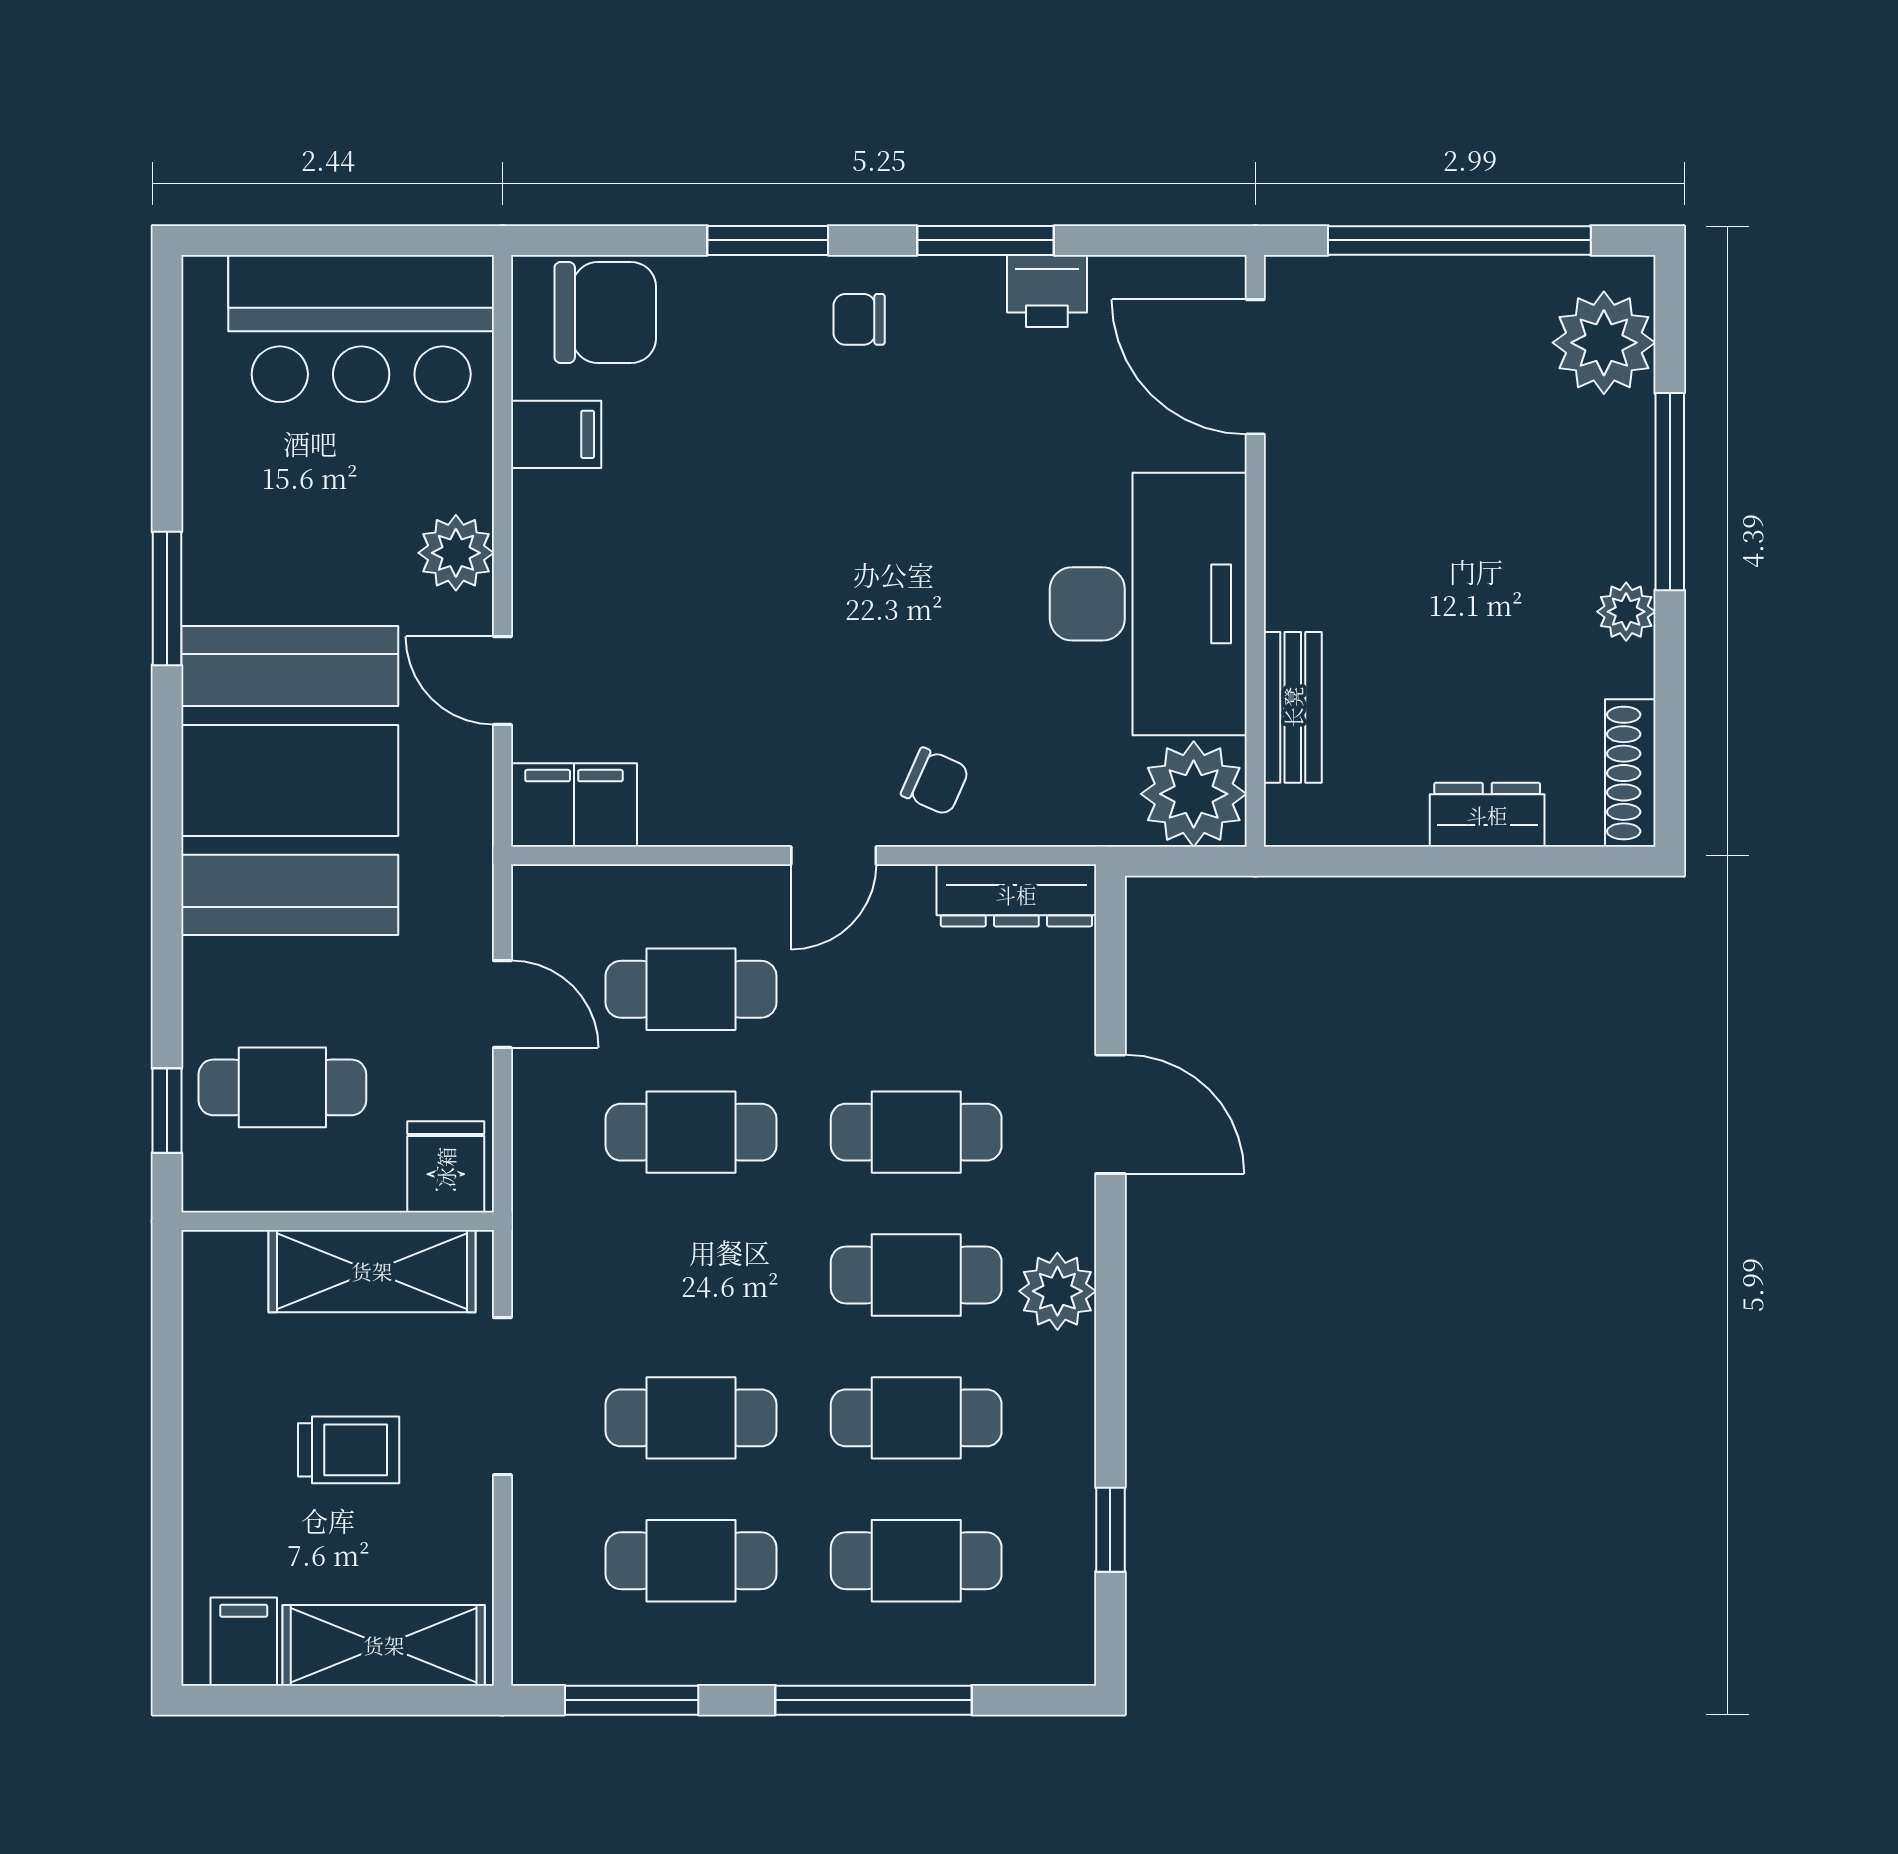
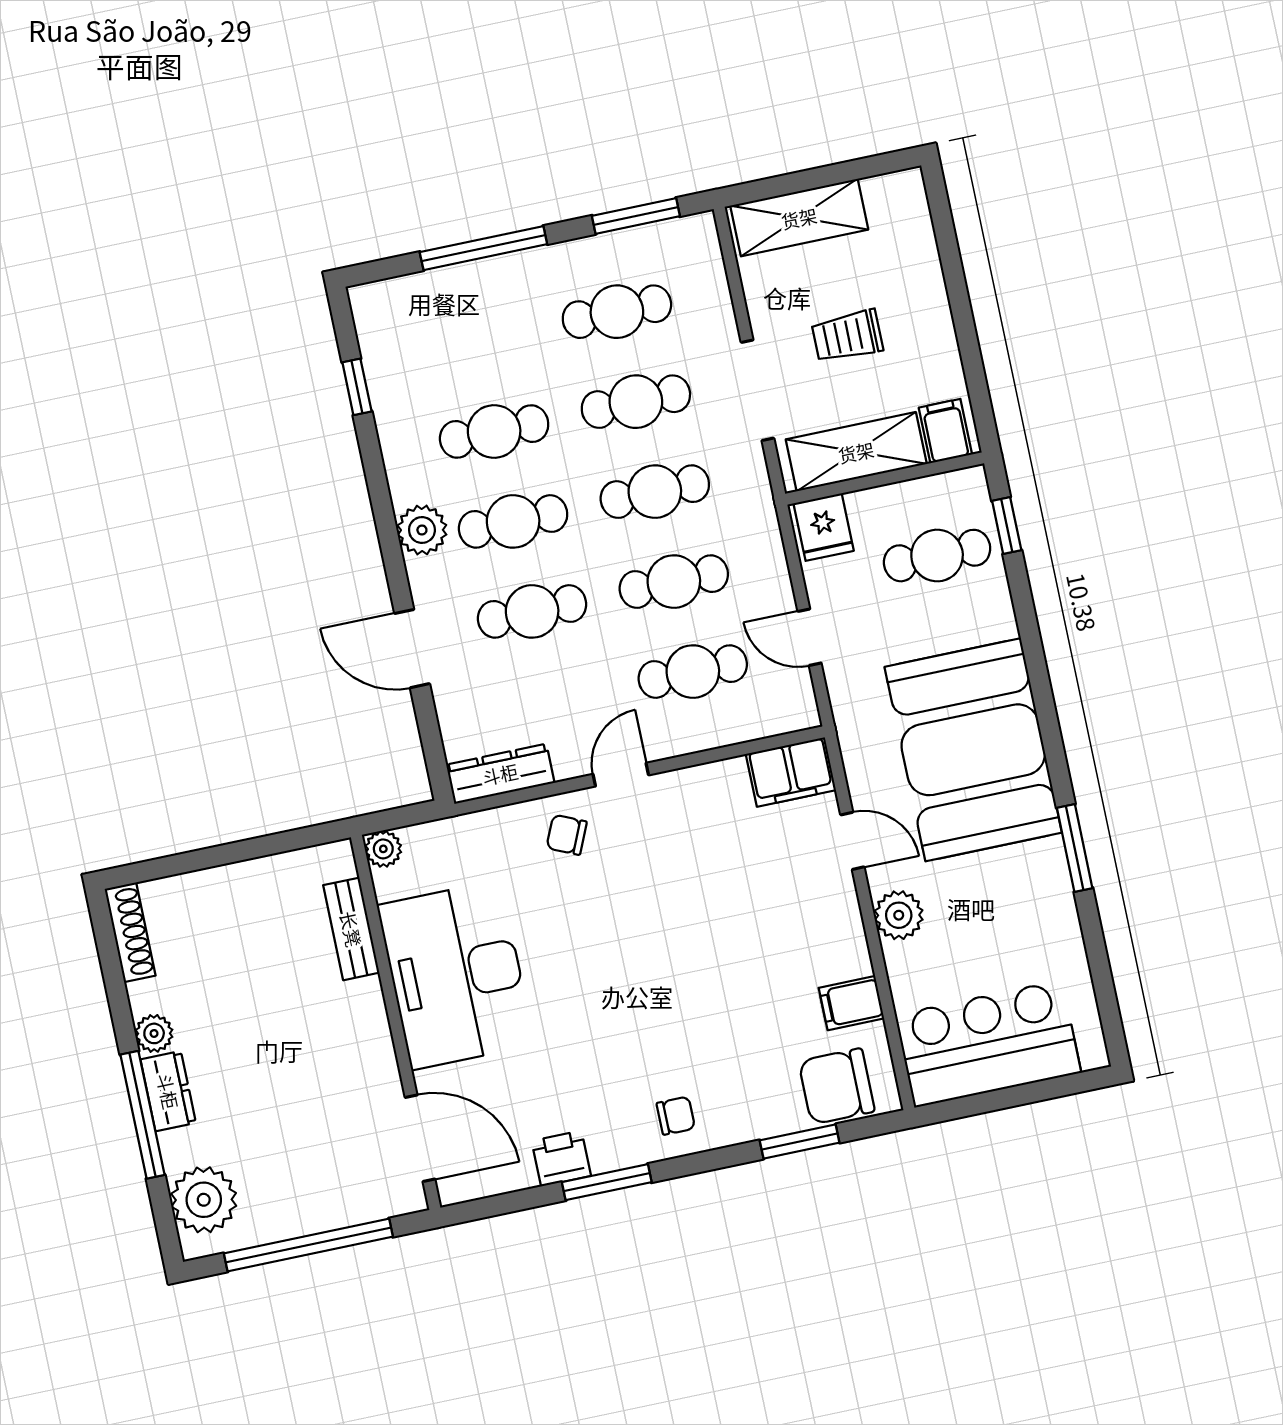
window: (768, 240) -> (800, 1141), moved
plant: (1194, 794) -> (383, 849), width x0.53, depth x0.53
dresser: (1487, 815) -> (168, 1091), moved, turned -90
cafe table: (916, 1561) -> (655, 492), moved
filing cabinet: (244, 1642) -> (945, 431), moved, turned 180

